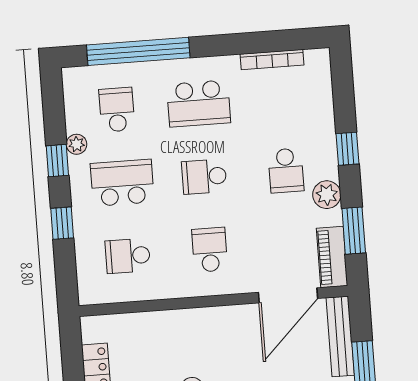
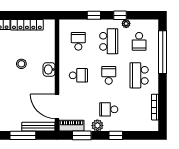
school desk: (117, 110) -> (139, 41), turned 90
washbasin: (201, 321) -> (49, 69), added

